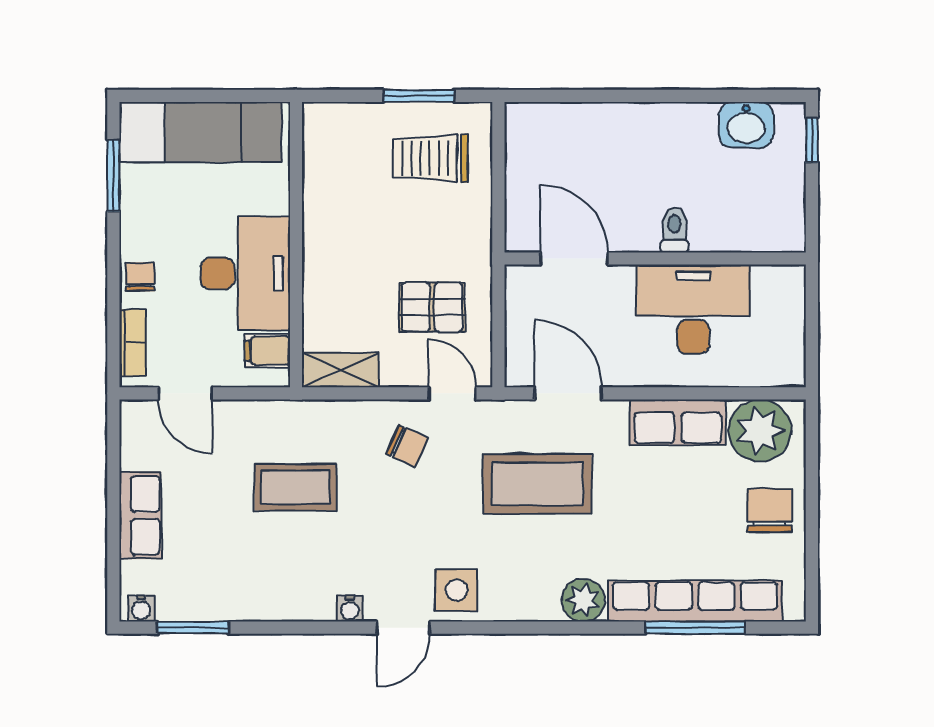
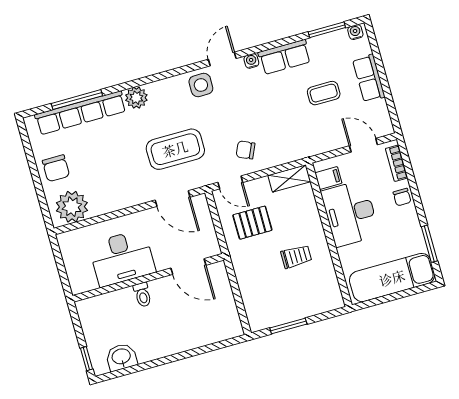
trolley: (430, 158) -> (296, 257), moved, width x0.73, depth x0.72
row of seats: (678, 422) -> (285, 57), moved, turned 180
coffee table: (295, 487) -> (324, 93), moved, width x0.73, depth x0.77

